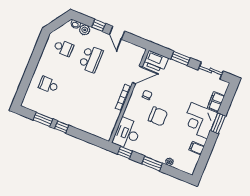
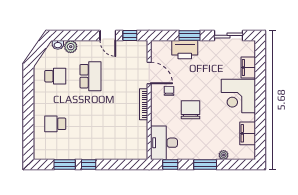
window: (99, 25) -> (130, 35), moved
printer: (156, 61) -> (185, 50), moved
door: (137, 75) -> (149, 73), hinge flipped
chair: (158, 116) -> (190, 110), turned -90
window: (218, 123) -> (260, 91), removed
filing cabinet: (197, 148) -> (248, 133), width x2.00

